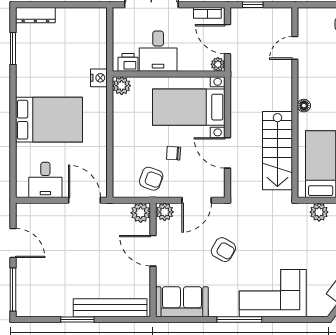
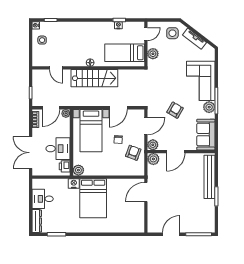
bed: (49, 120) -> (93, 198), moved, turned 180
stairs: (277, 151) -> (94, 78), moved
desk: (45, 180) -> (43, 199), moved, turned 180
door: (197, 200) -> (146, 126), hinge flipped
plant: (228, 307) -> (209, 107), added

